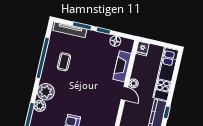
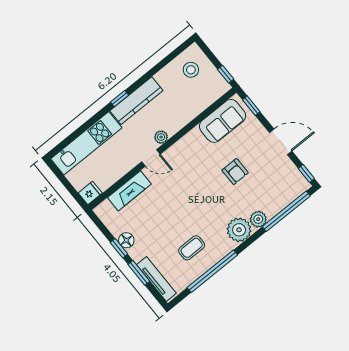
floor lamp: (115, 41) -> (126, 240), moved
plant: (134, 83) -> (161, 137), moved
door: (124, 93) -> (151, 158), swing flipped

